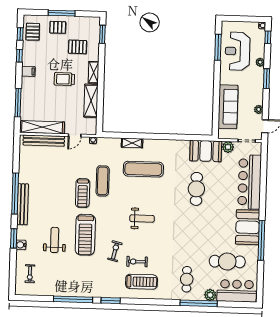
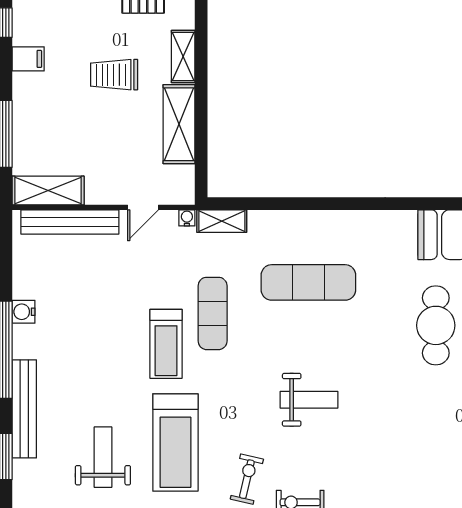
shelving: (42, 127) -> (48, 190), width x0.68
shelving: (132, 143) -> (222, 221), moved
bench: (23, 204) -> (24, 409), moved
water cooler: (21, 245) -> (24, 312), moved

